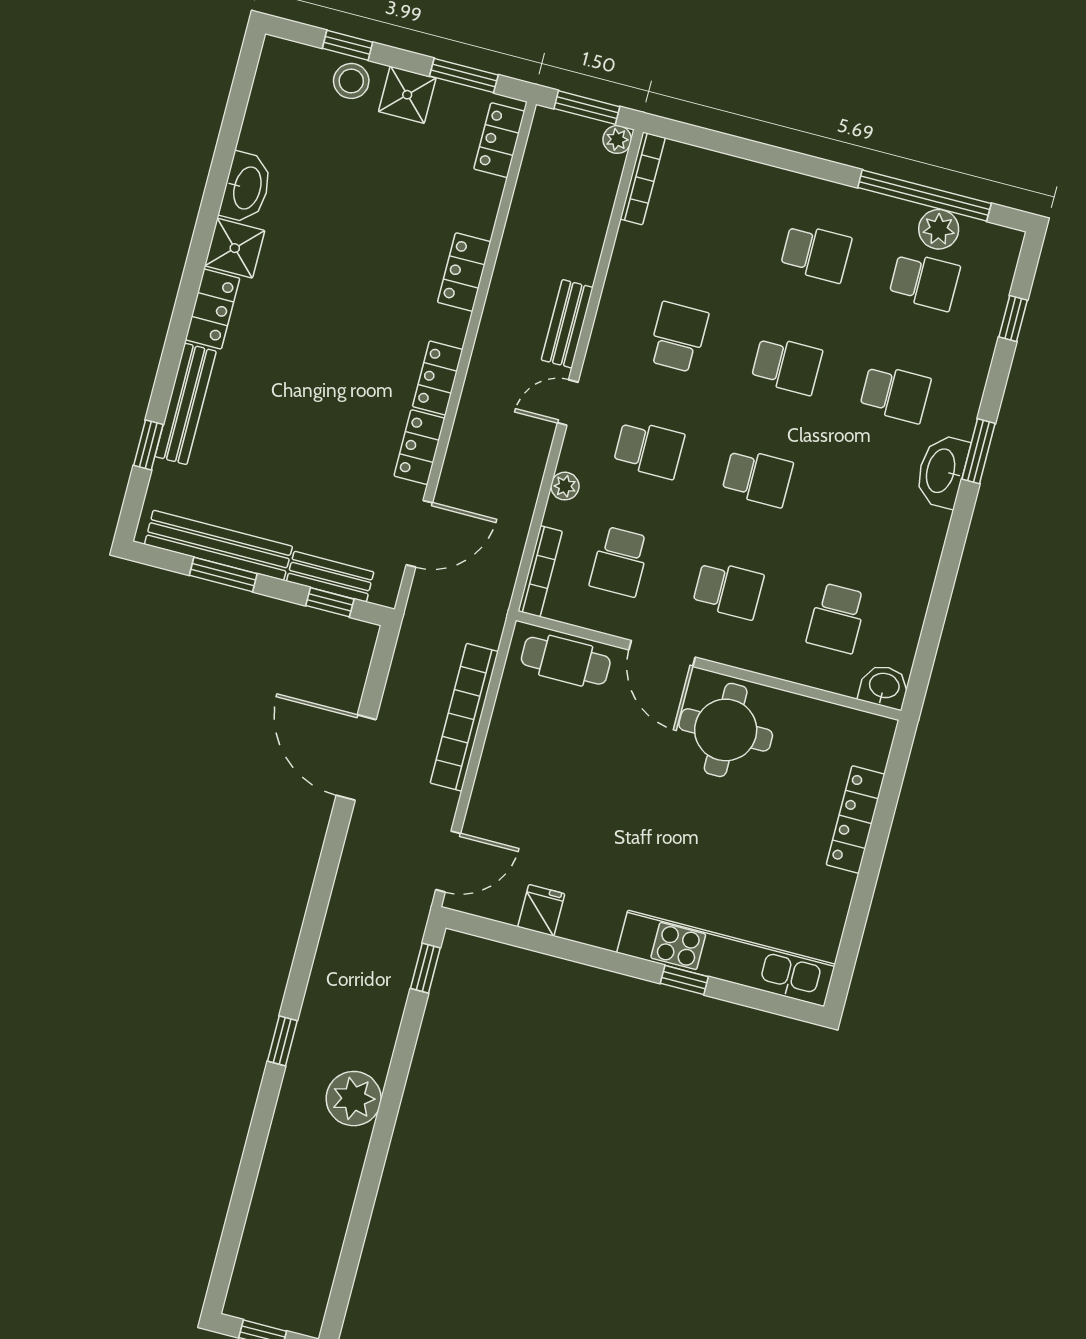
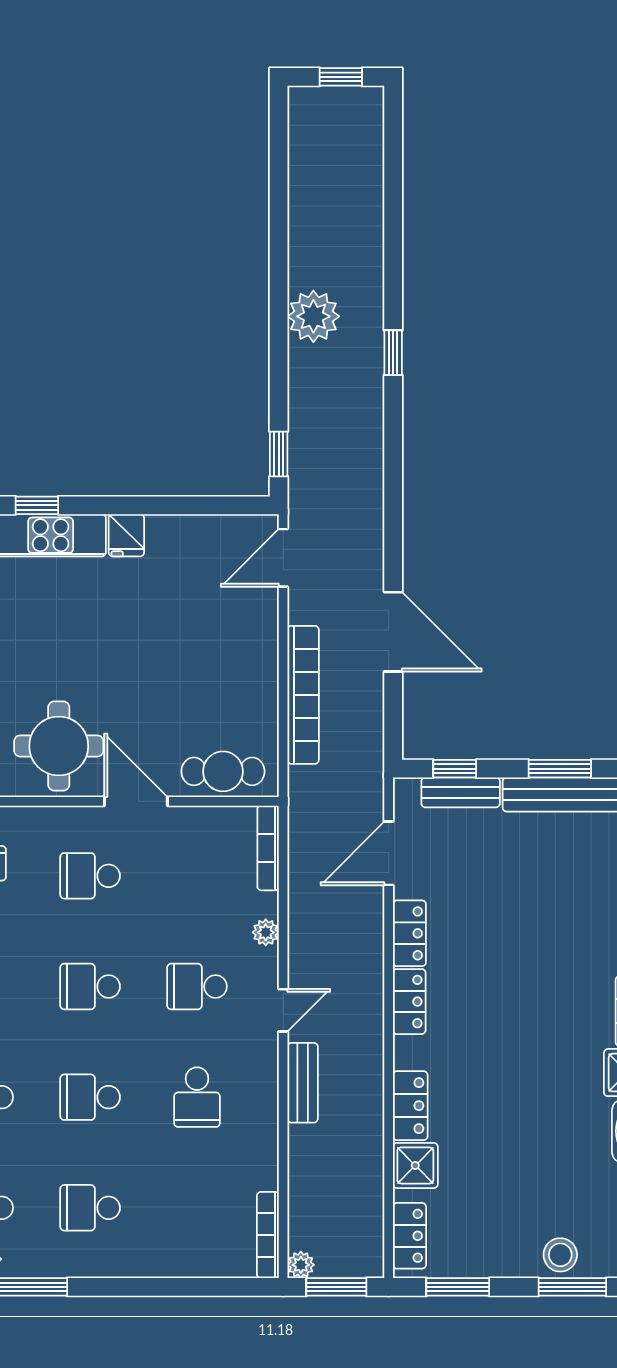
window: (347, 45) -> (572, 1287), width x1.50
shower: (407, 95) -> (415, 1165), moved
school desk: (620, 562) -> (197, 876), removed
fridge: (541, 910) -> (126, 535), moved

